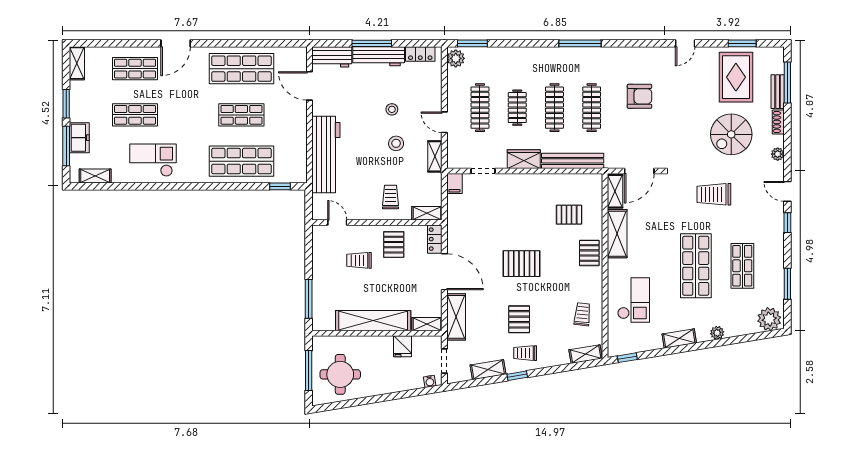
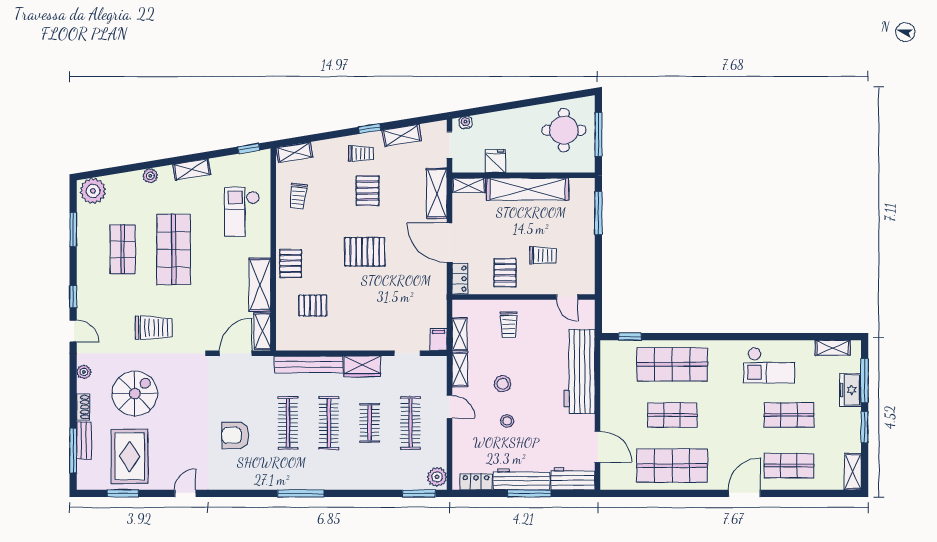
shelving: (427, 213) -> (460, 334), moved, turned 90

